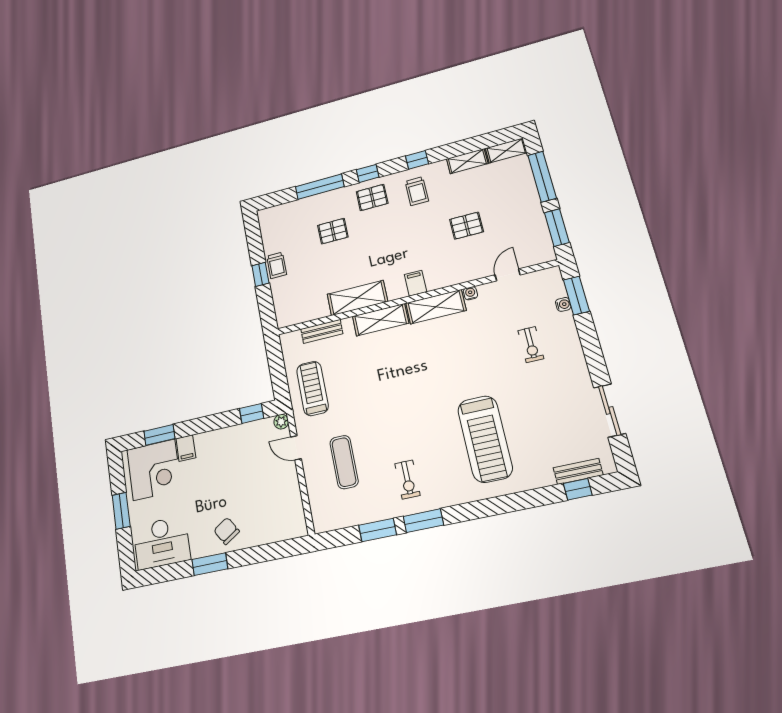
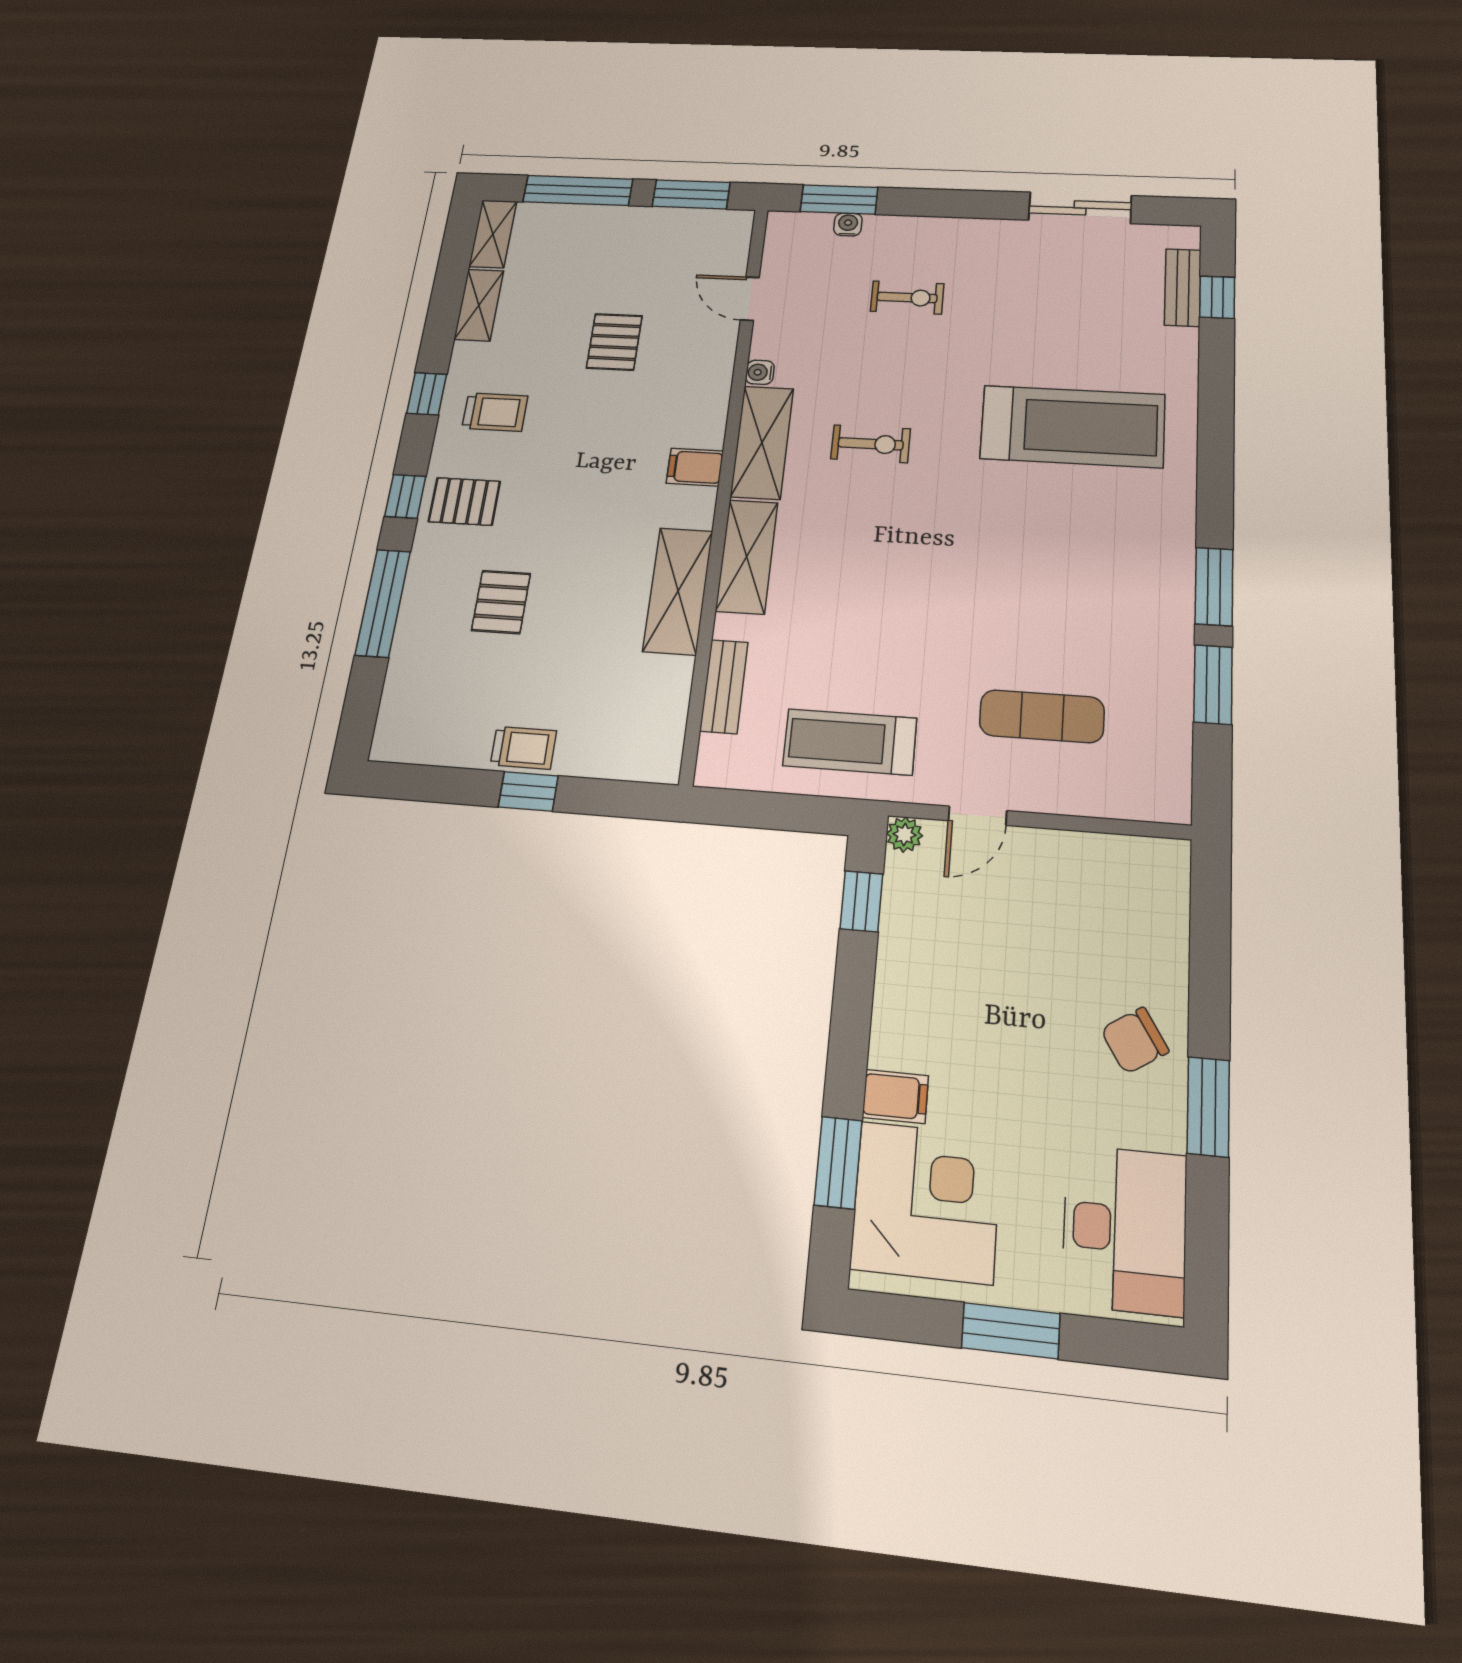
pallet: (372, 197) -> (464, 501), turned 90
exercise bike: (407, 479) -> (871, 444), moved

